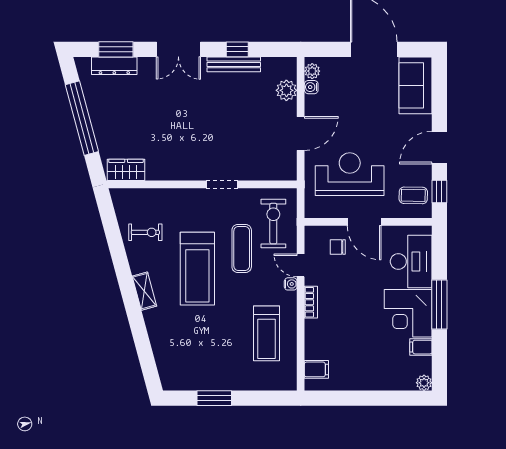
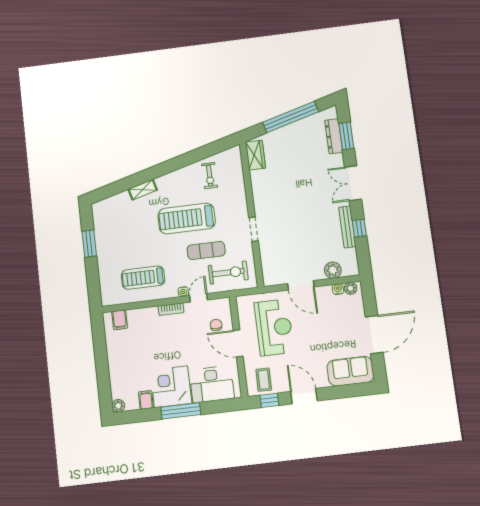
door: (364, 222) -> (238, 343), hinge flipped
shelving: (144, 291) -> (143, 190), moved

